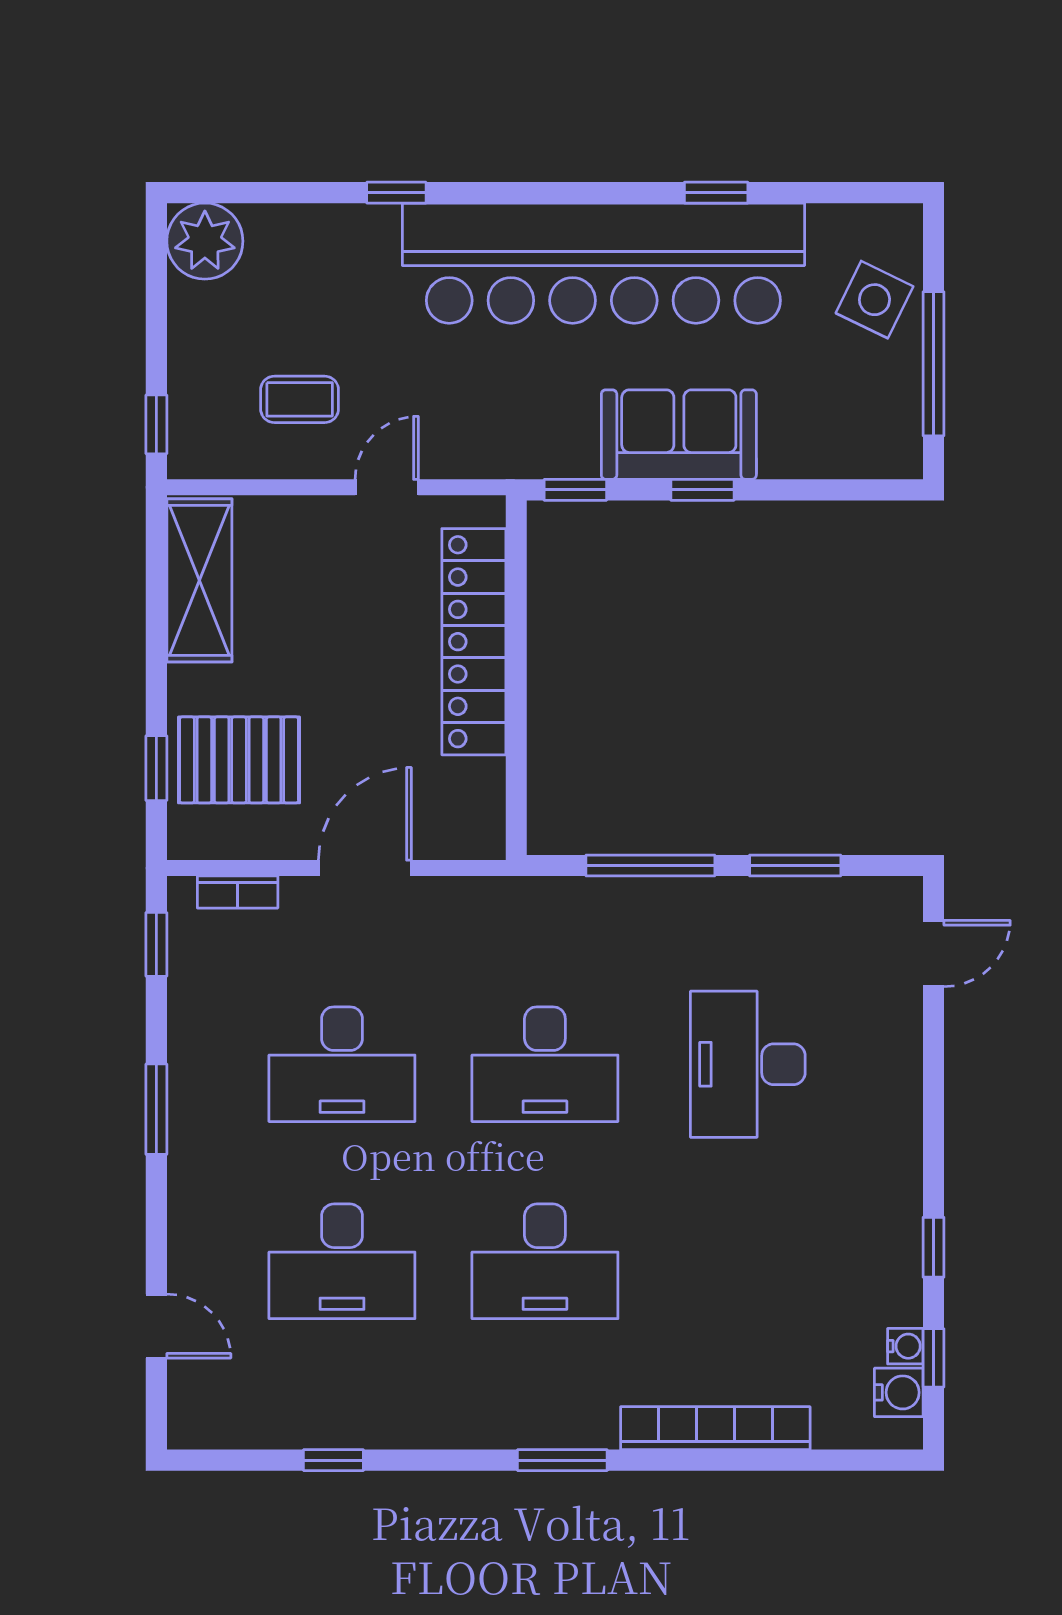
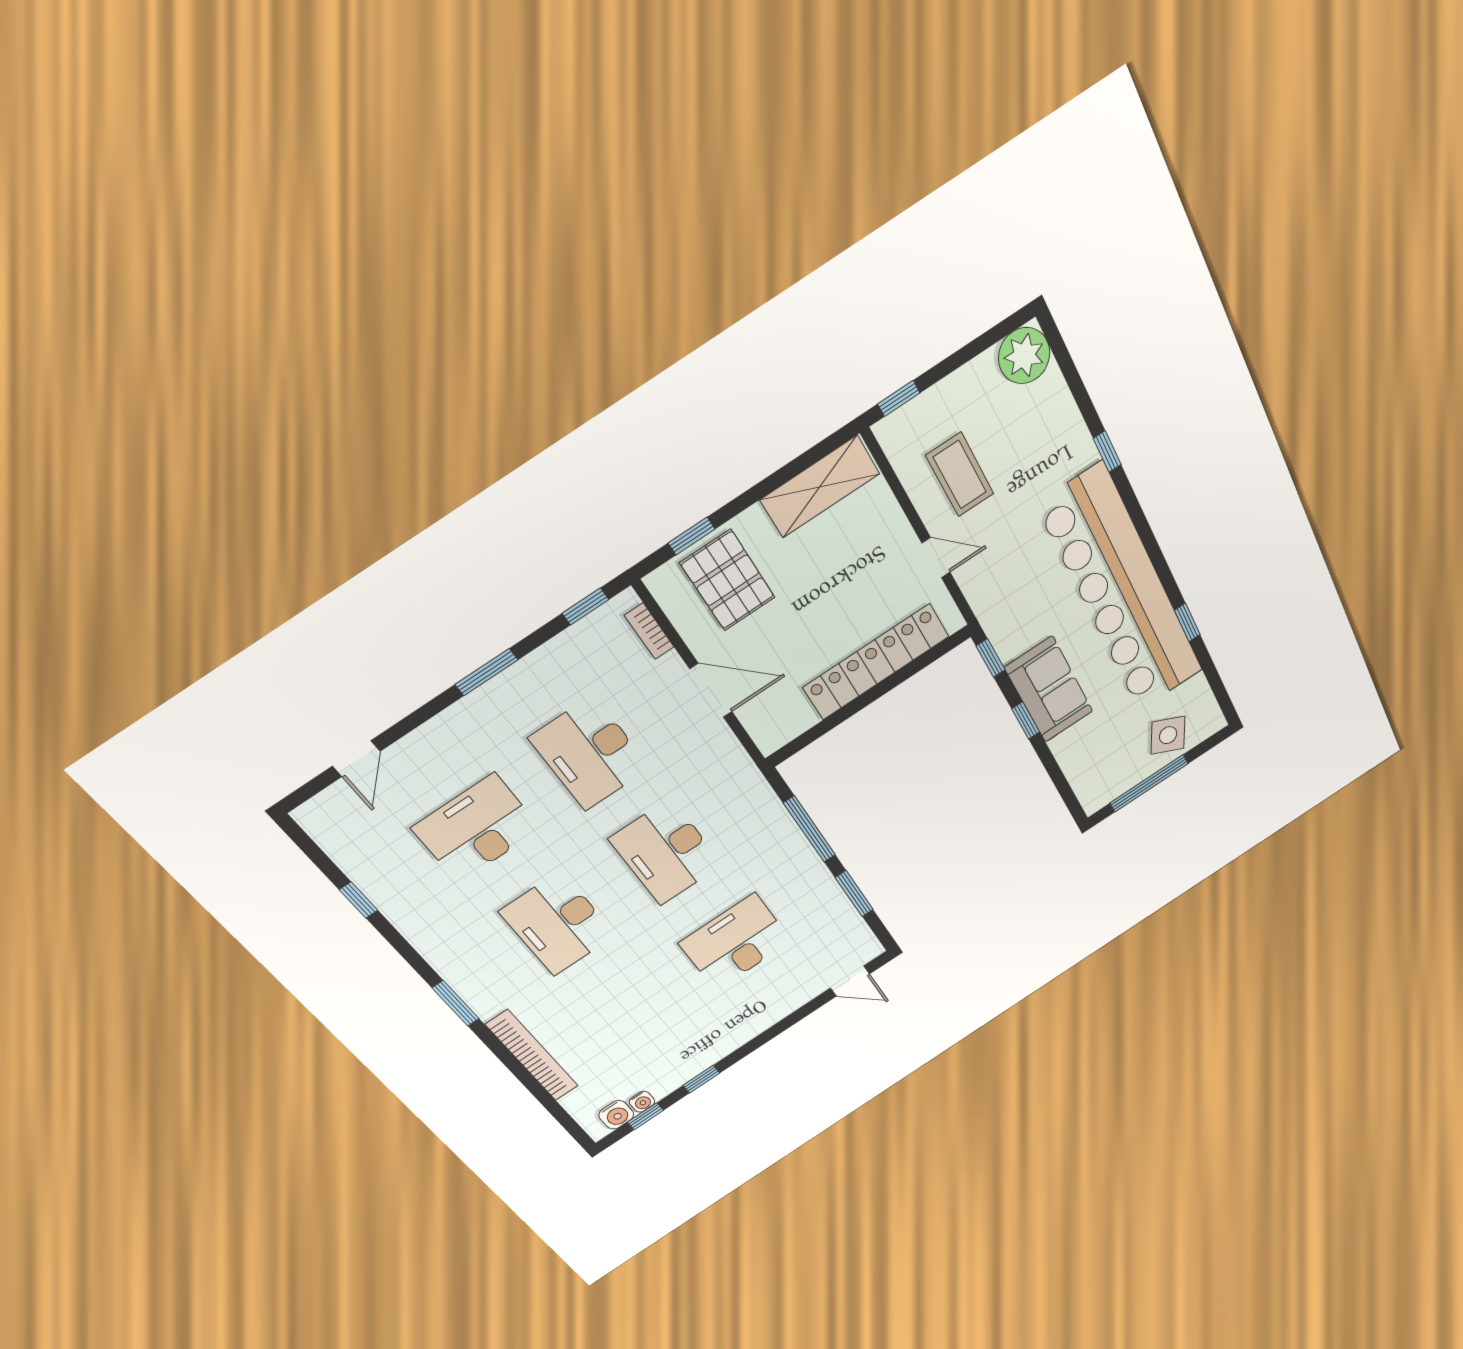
coffee table: (300, 399) -> (960, 475), width x1.36, depth x1.30
desk: (342, 1261) -> (476, 828), turned 90

